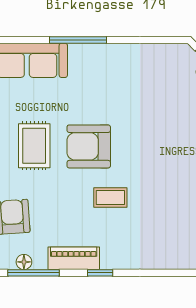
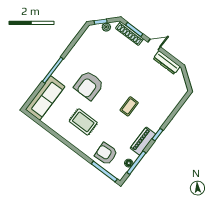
armchair: (89, 146) -> (89, 85), moved

